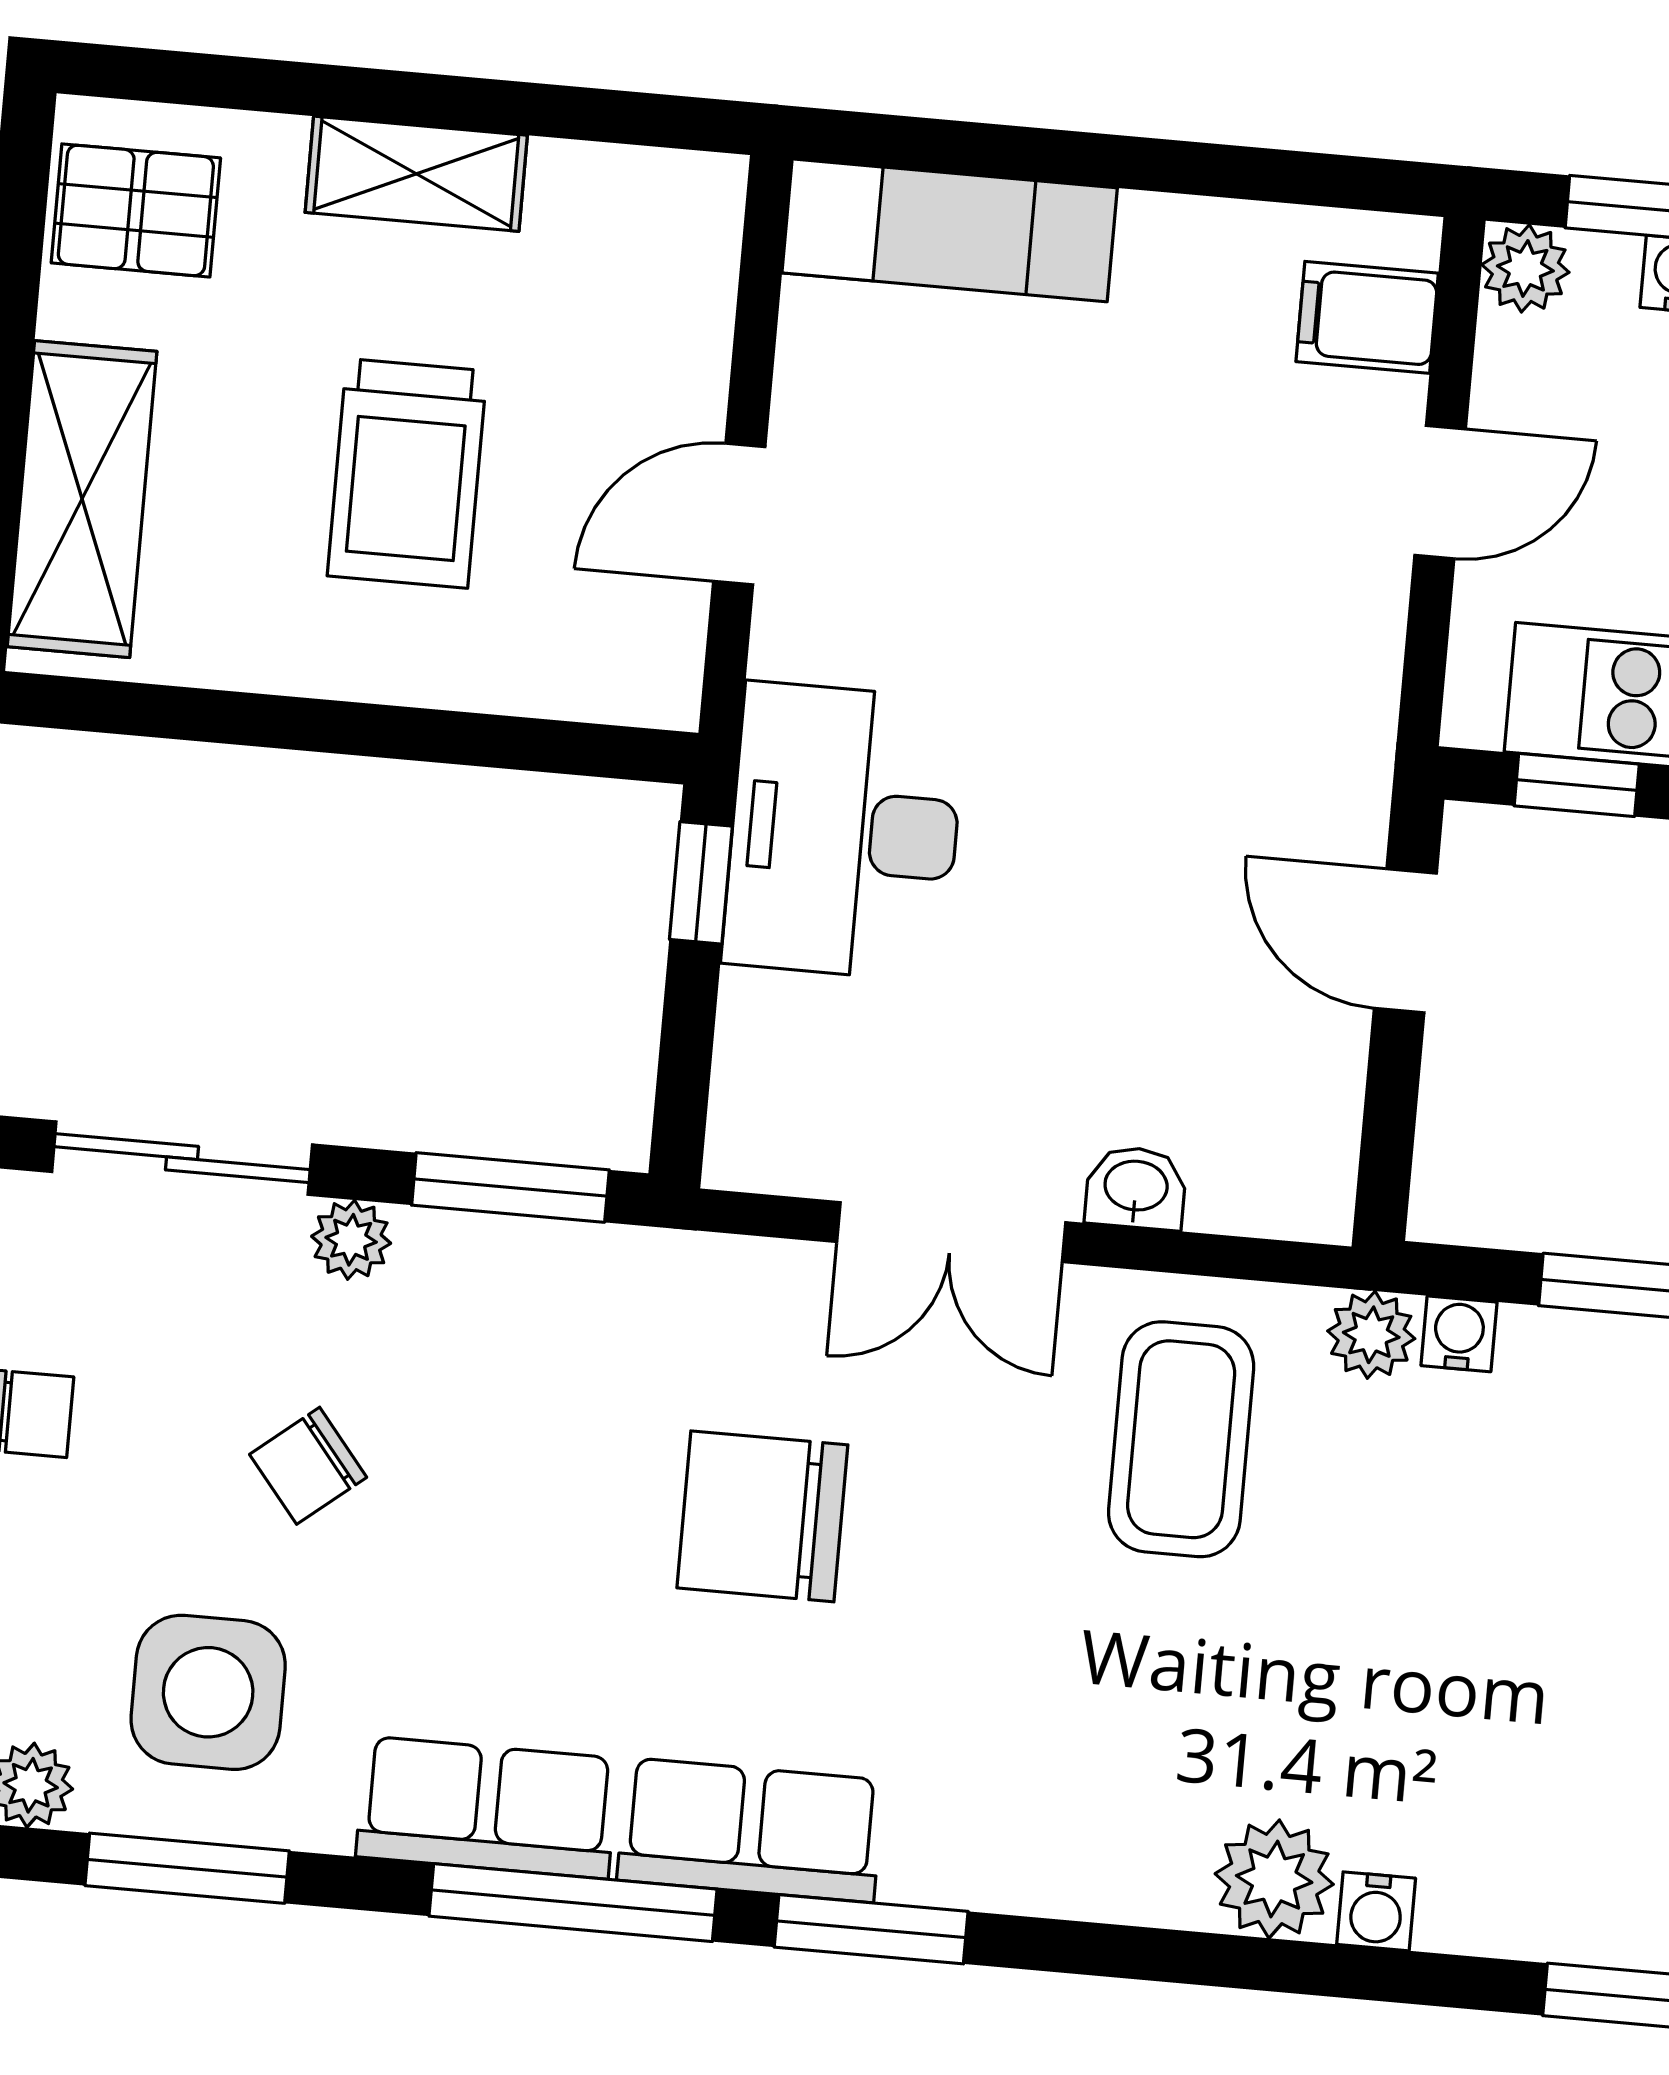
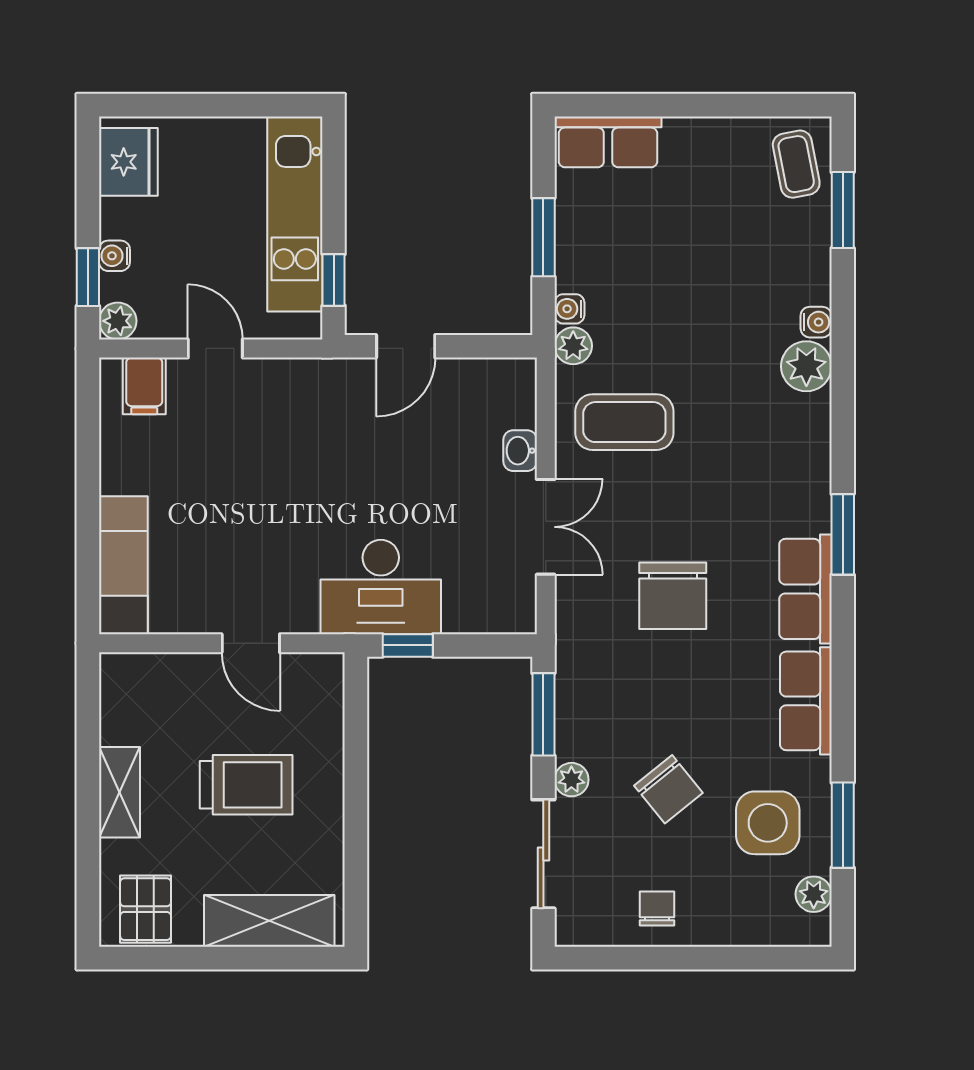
chair: (308, 1466) -> (668, 789), width x1.37, depth x1.37
window: (573, 1903) -> (843, 661), removed

